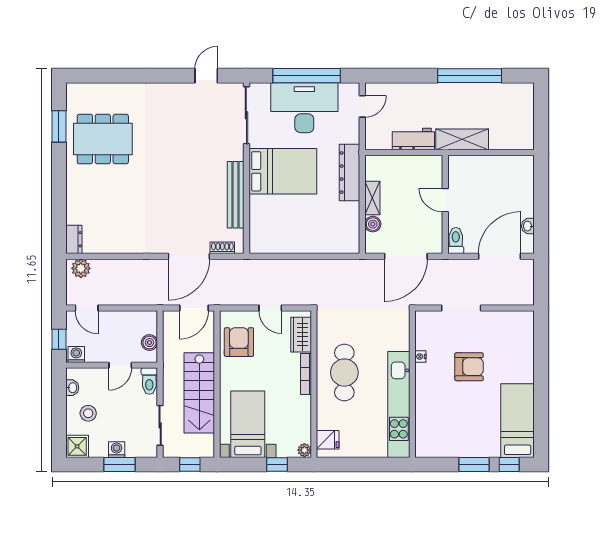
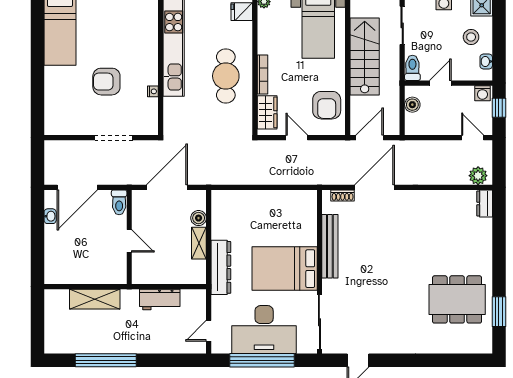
shelving: (462, 139) -> (95, 299), moved

